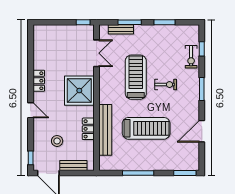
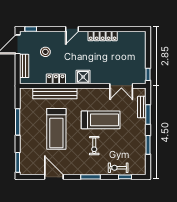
locker: (39, 81) -> (103, 36), width x1.53
shower: (79, 91) -> (83, 77), width x0.54, depth x0.54

